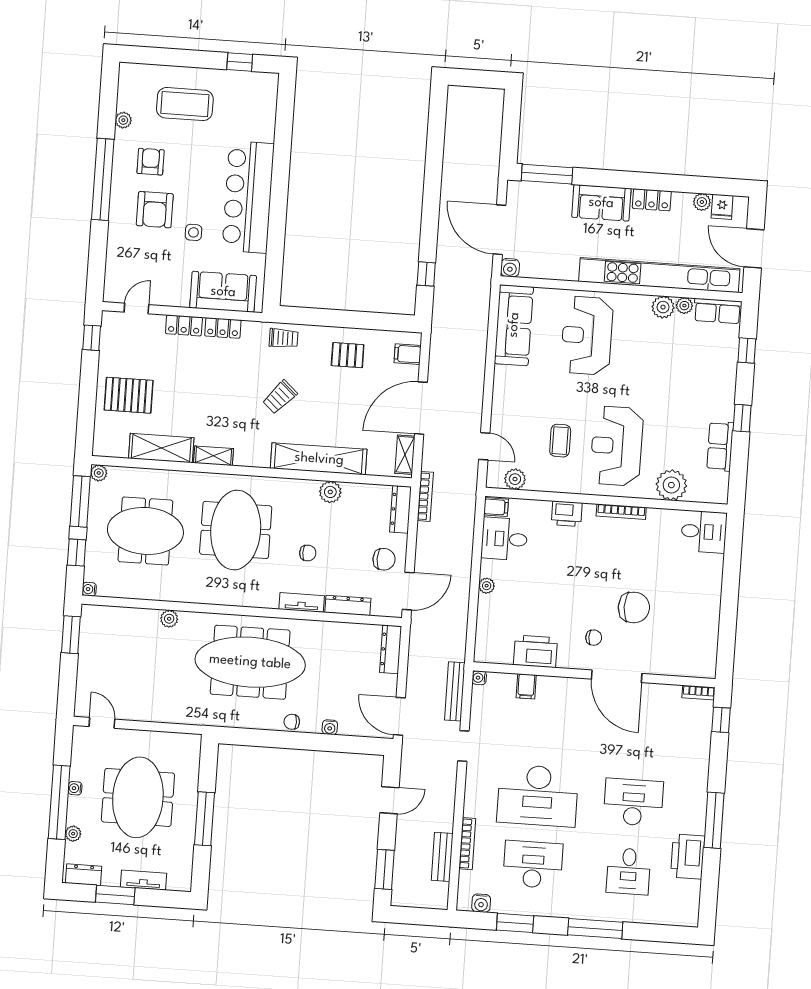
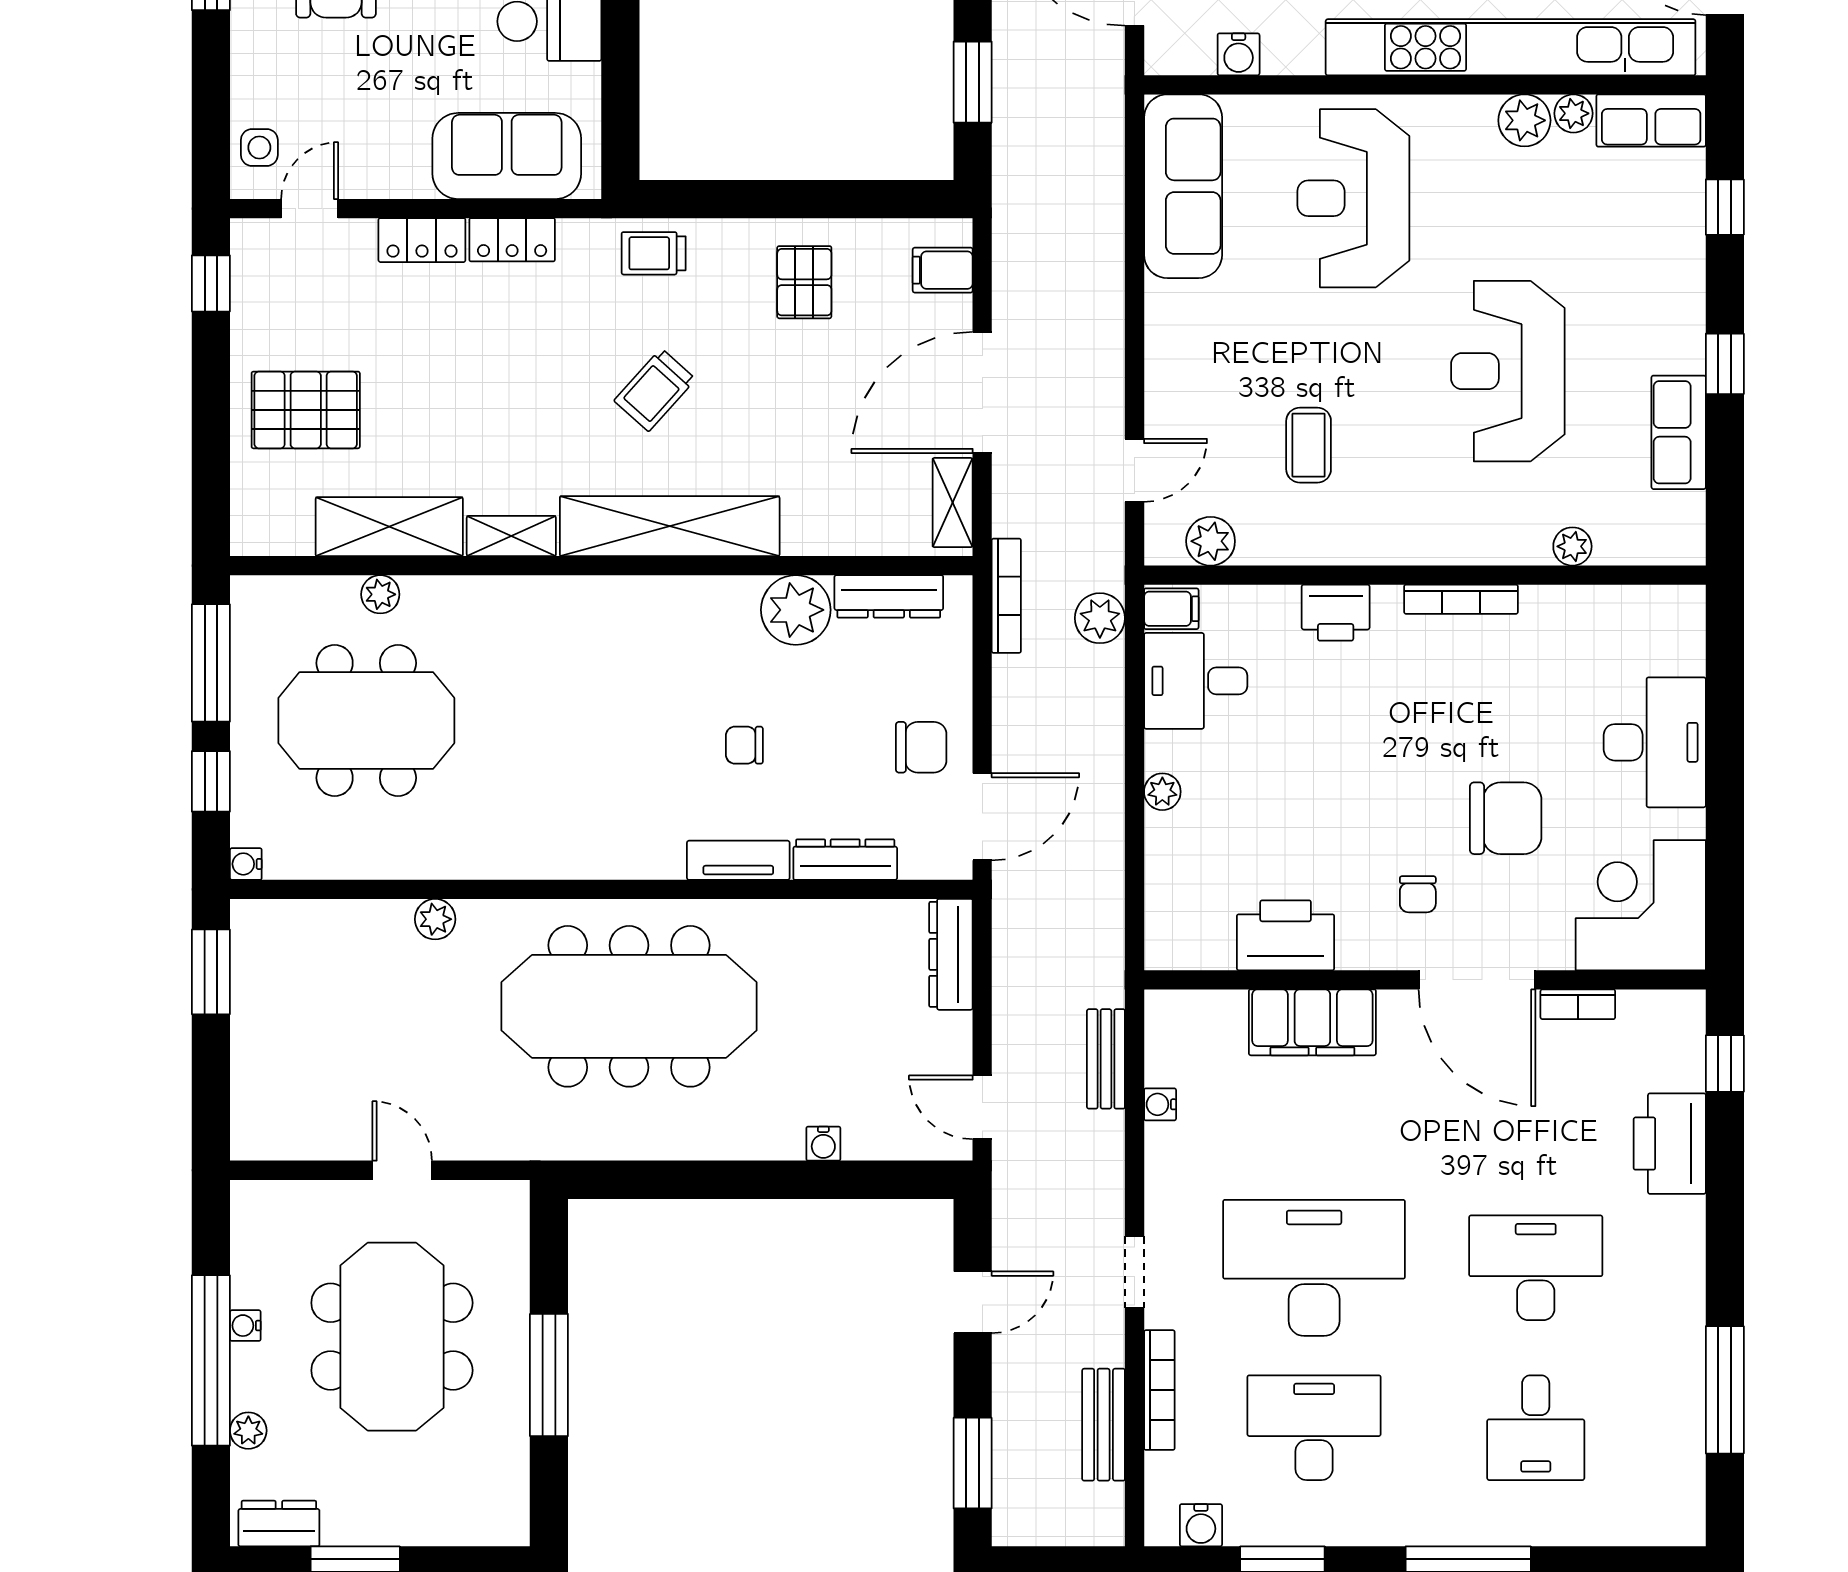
side table: (193, 232) -> (259, 147), moved
water cooler: (510, 268) -> (1239, 54), moved
window: (426, 274) -> (973, 82), width x1.50
trolley: (283, 338) -> (654, 253), turned 180
pallet: (348, 355) -> (804, 282), turned 90
door: (484, 446) -> (1134, 470), hinge flipped
reception desk: (617, 446) -> (1508, 371), moved
shelving: (319, 459) -> (670, 526), moved
plant: (99, 473) -> (380, 594), moved
plant: (671, 485) -> (1572, 546), width x0.53, depth x0.53
plant: (330, 492) -> (796, 610), width x1.36, depth x1.36
dresser: (401, 509) -> (889, 596), moved, turned -90
plant: (465, 509) -> (1100, 618), added
meeting table: (236, 530) -> (574, 704), removed
desk: (704, 532) -> (1655, 742), moved, width x1.37
chair: (308, 553) -> (744, 745), turned 180
chair: (594, 638) -> (1418, 894), turned 90
corner desk: (689, 649) -> (1641, 905), added
water cooler: (479, 678) -> (1160, 1104), moved
filing cabinet: (526, 686) -> (1312, 1022), width x3.00, depth x1.17
bench: (455, 691) -> (1106, 1059), width x0.73
bookcase: (698, 693) -> (1578, 1004), moved
door: (399, 716) -> (982, 1107), width x0.73
chair: (292, 722) -> (735, 1137), removed
door: (102, 723) -> (402, 1170), moved
doorway: (463, 746) -> (1134, 1272), moved
desk: (538, 796) -> (1314, 1268), turned 180
window: (714, 820) -> (1725, 1390), moved
printer: (688, 857) -> (1670, 1144), moved
tv unit: (143, 880) -> (418, 1526), removed

